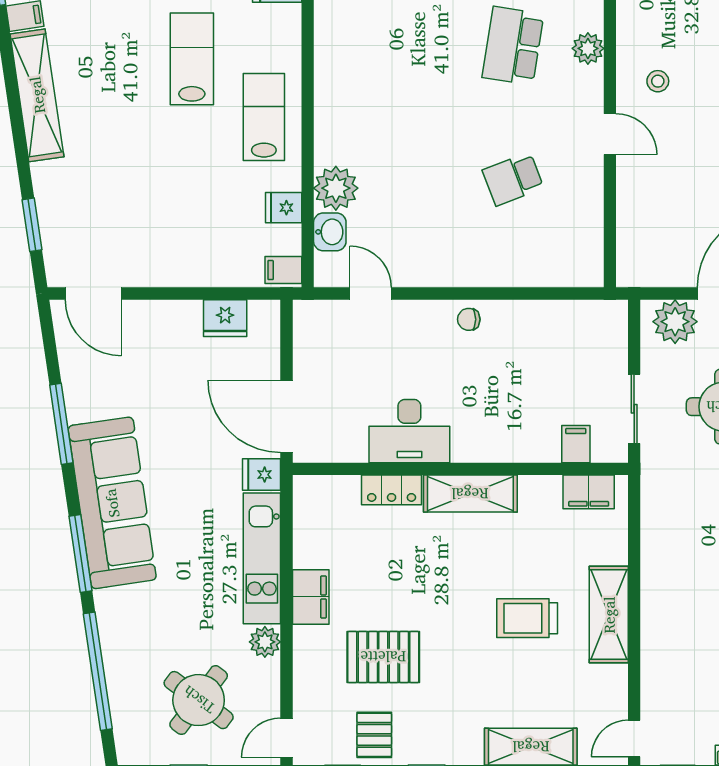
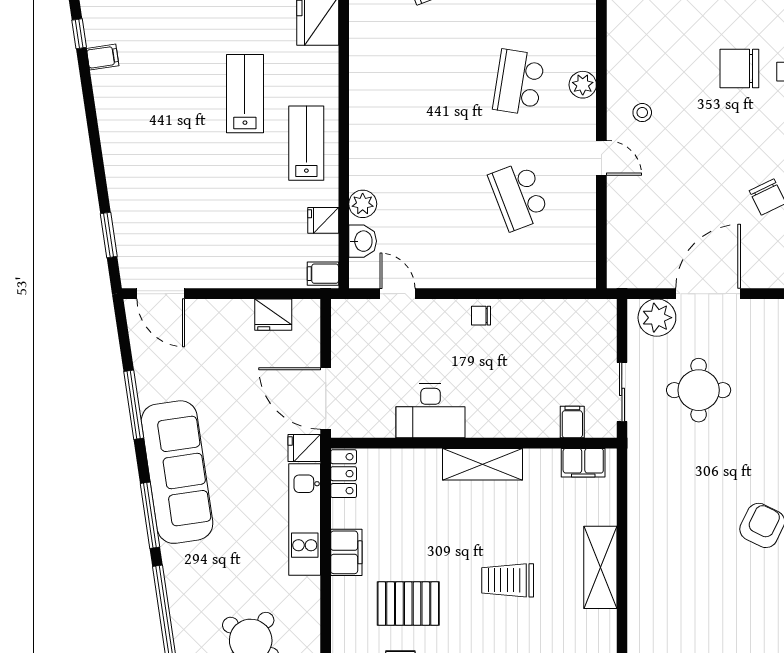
shelving: (37, 95) -> (113, 125), removed
school desk: (513, 179) -> (519, 196), width x1.85
plant: (336, 188) -> (363, 204), width x0.73, depth x0.73
locker: (392, 490) -> (344, 474), moved, turned -90
trolley: (527, 618) -> (508, 580), moved
plant: (265, 642) -> (307, 591), removed

